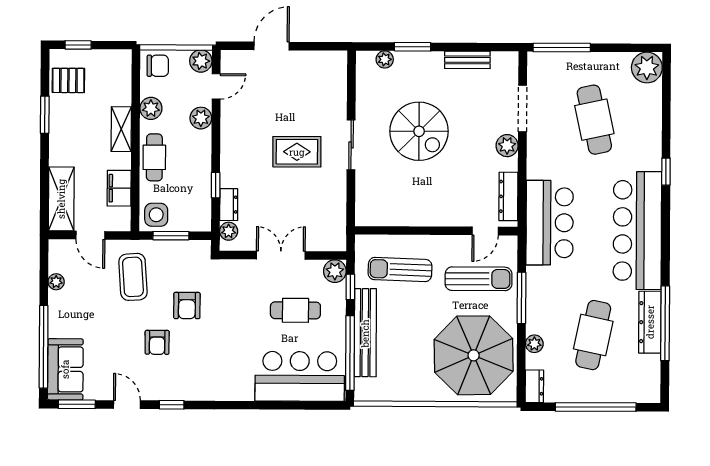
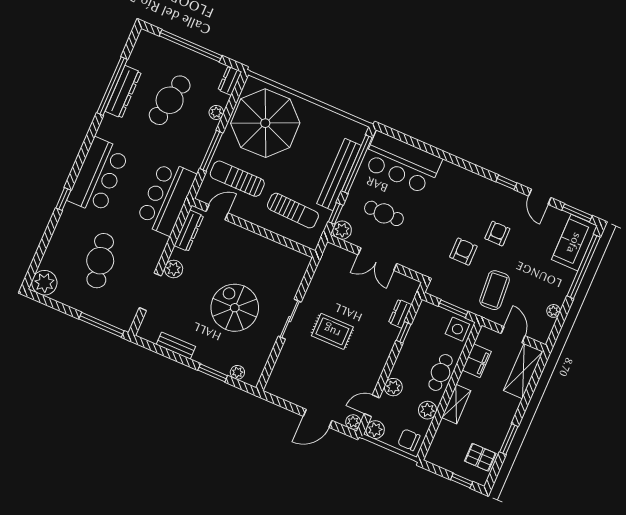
plant: (229, 231) -> (353, 422), moved
bar counter: (637, 231) -> (98, 176), width x0.73

